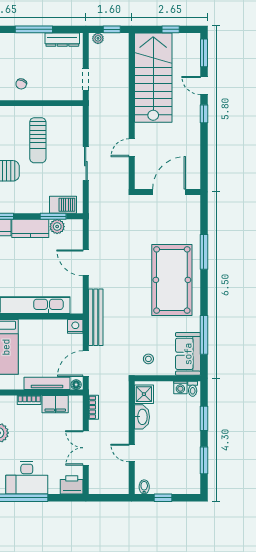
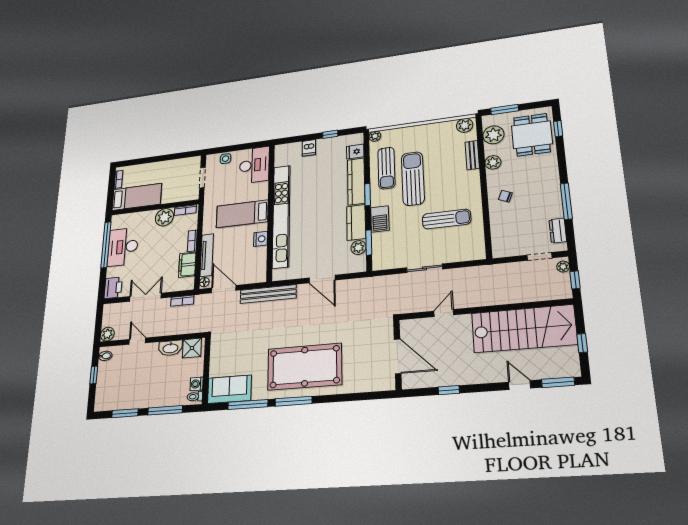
dresser: (62, 40) -> (558, 231), width x0.70
doorway: (86, 79) -> (540, 256), moved
door: (204, 86) -> (520, 385), hinge flipped
window: (204, 114) -> (449, 390), moved
sun lounger: (38, 140) -> (447, 219), turned 180
door: (132, 148) -> (444, 313), hinge flipped
barbecue: (63, 205) -> (380, 219), moved
window: (204, 252) -> (294, 401), moved
door: (86, 263) -> (322, 279), swing flipped
nightstand: (75, 326) -> (261, 239), moved
stool: (148, 359) -> (226, 349), removed
window: (204, 418) -> (165, 410), width x1.44
door: (132, 453) -> (137, 341), hinge flipped
plant: (121, 487) -> (107, 334), added

